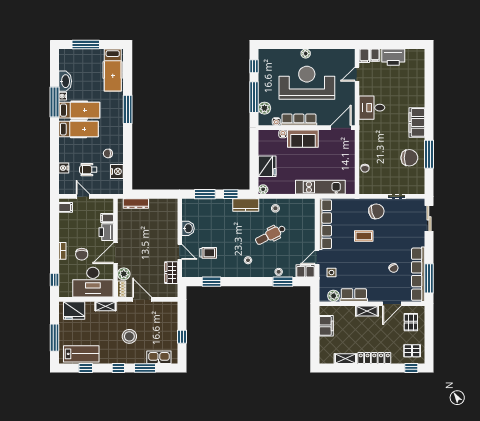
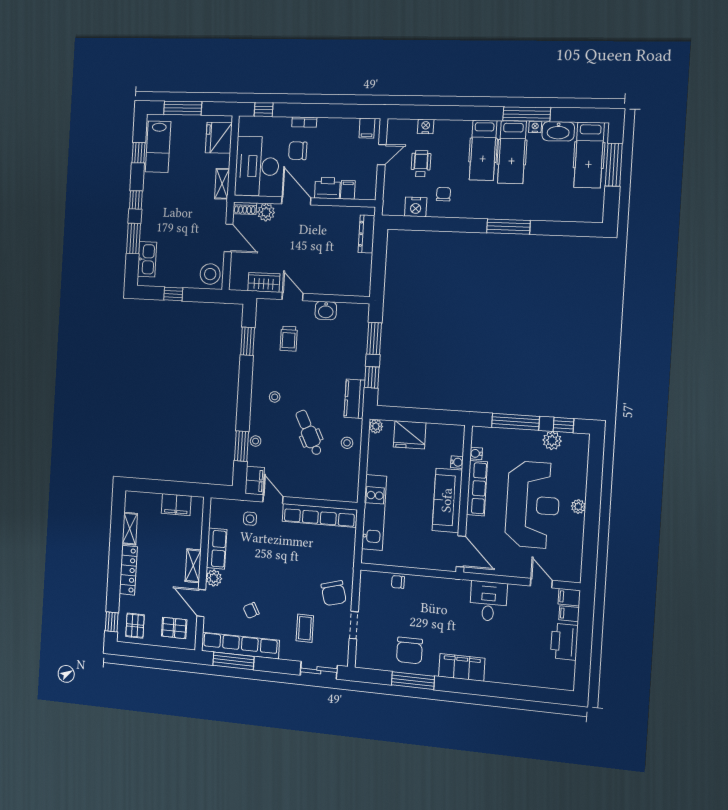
hospital bed: (113, 70) -> (589, 155), moved, turned -90
plant: (264, 108) -> (552, 441), moved
sofa: (303, 139) -> (447, 500), width x1.36
coffee table: (364, 236) -> (305, 628), moved
door: (180, 252) -> (293, 296), swing flipped
plant: (334, 296) -> (214, 578), moved
door: (142, 299) -> (229, 238), hinge flipped
stool: (129, 336) -> (210, 274), moved

